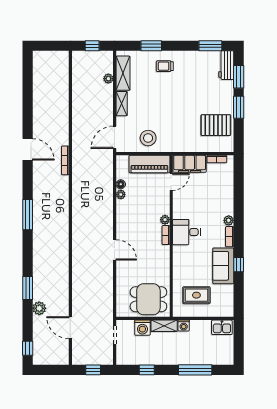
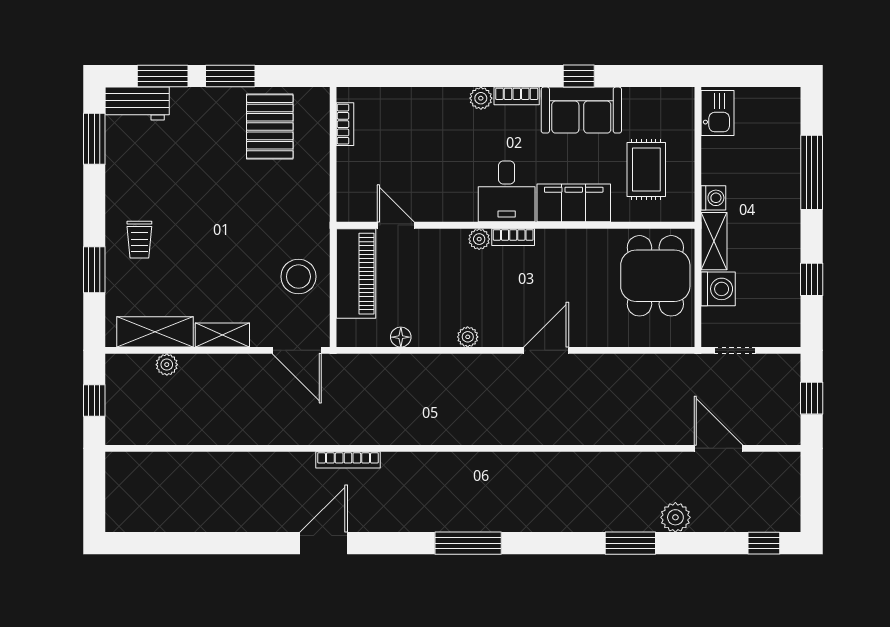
filing cabinet: (190, 164) -> (574, 203), moved, turned -90
plant: (121, 194) -> (468, 337), moved
door: (70, 328) -> (718, 448), swing flipped

